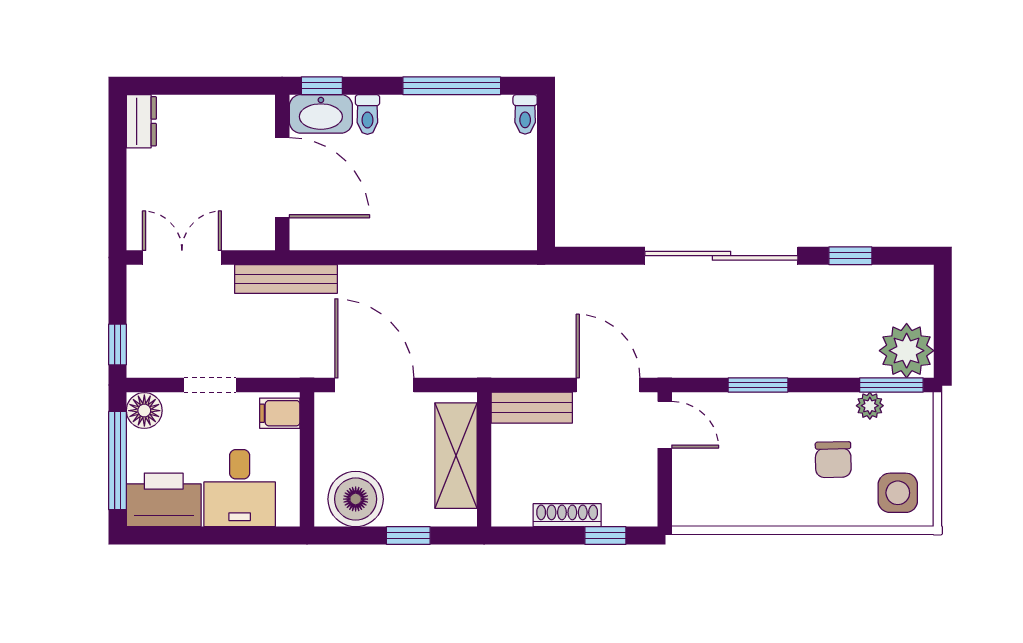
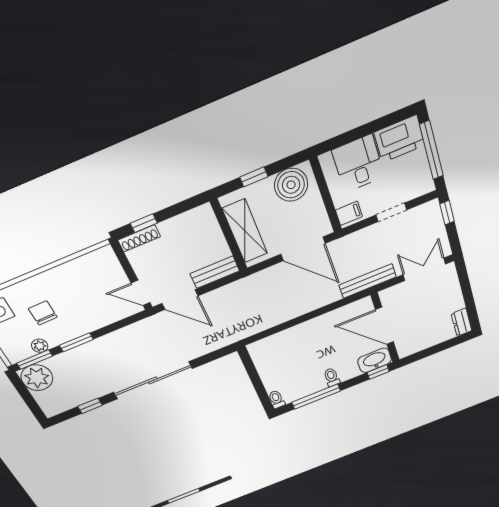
toilet: (367, 114) -> (332, 377), moved
double door: (182, 258) -> (424, 269), swing flipped
window: (758, 385) -> (76, 342), moved
floor lamp: (144, 411) -> (424, 184), removed
shoe rack: (567, 515) -> (139, 238), moved

